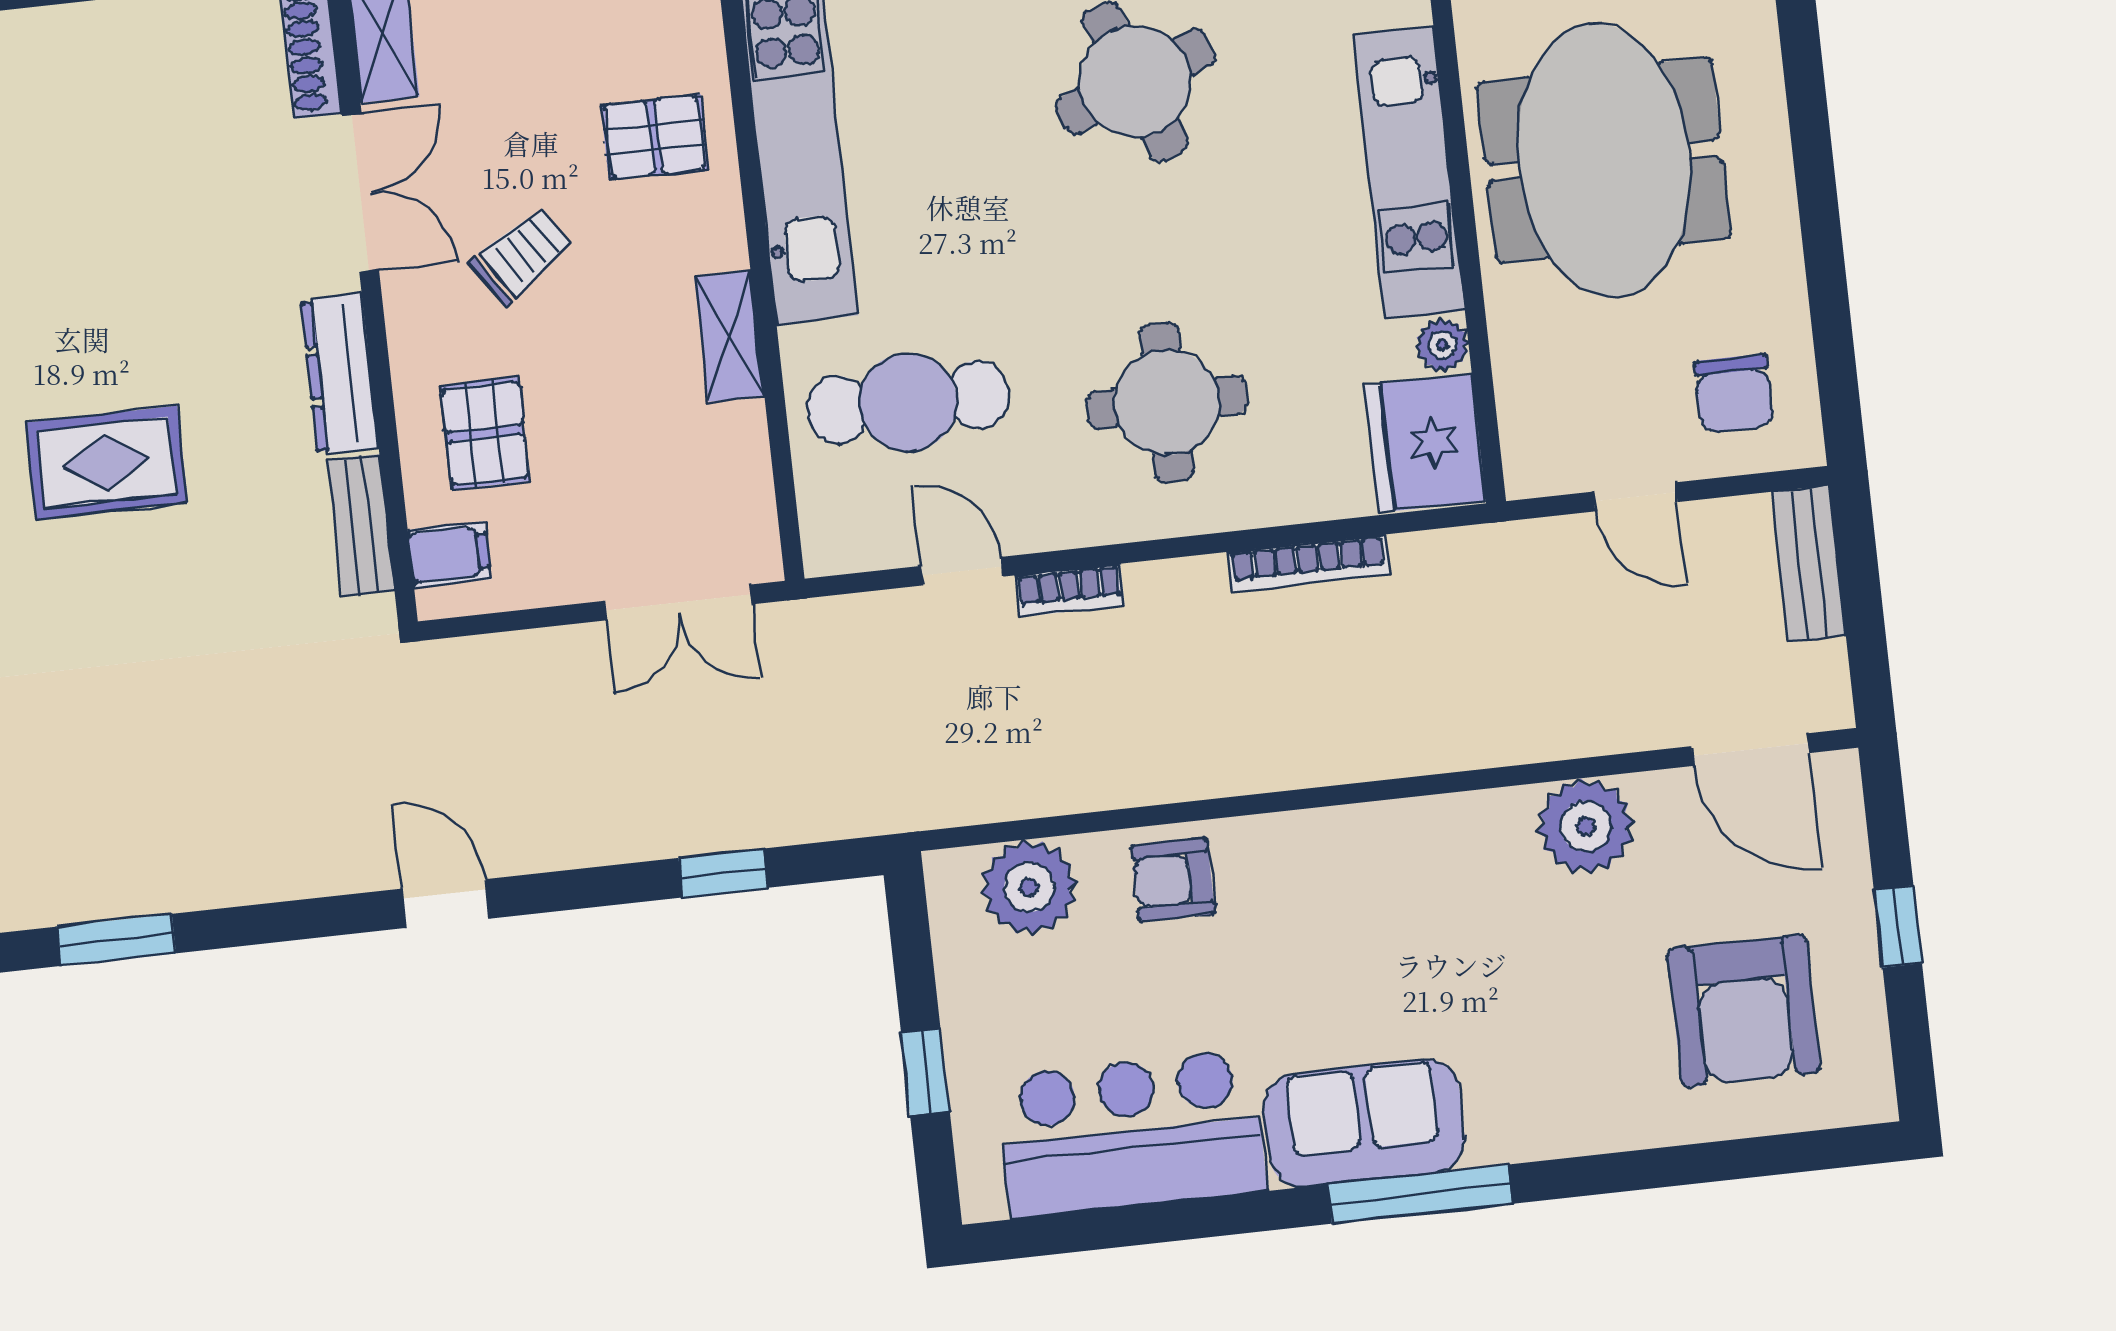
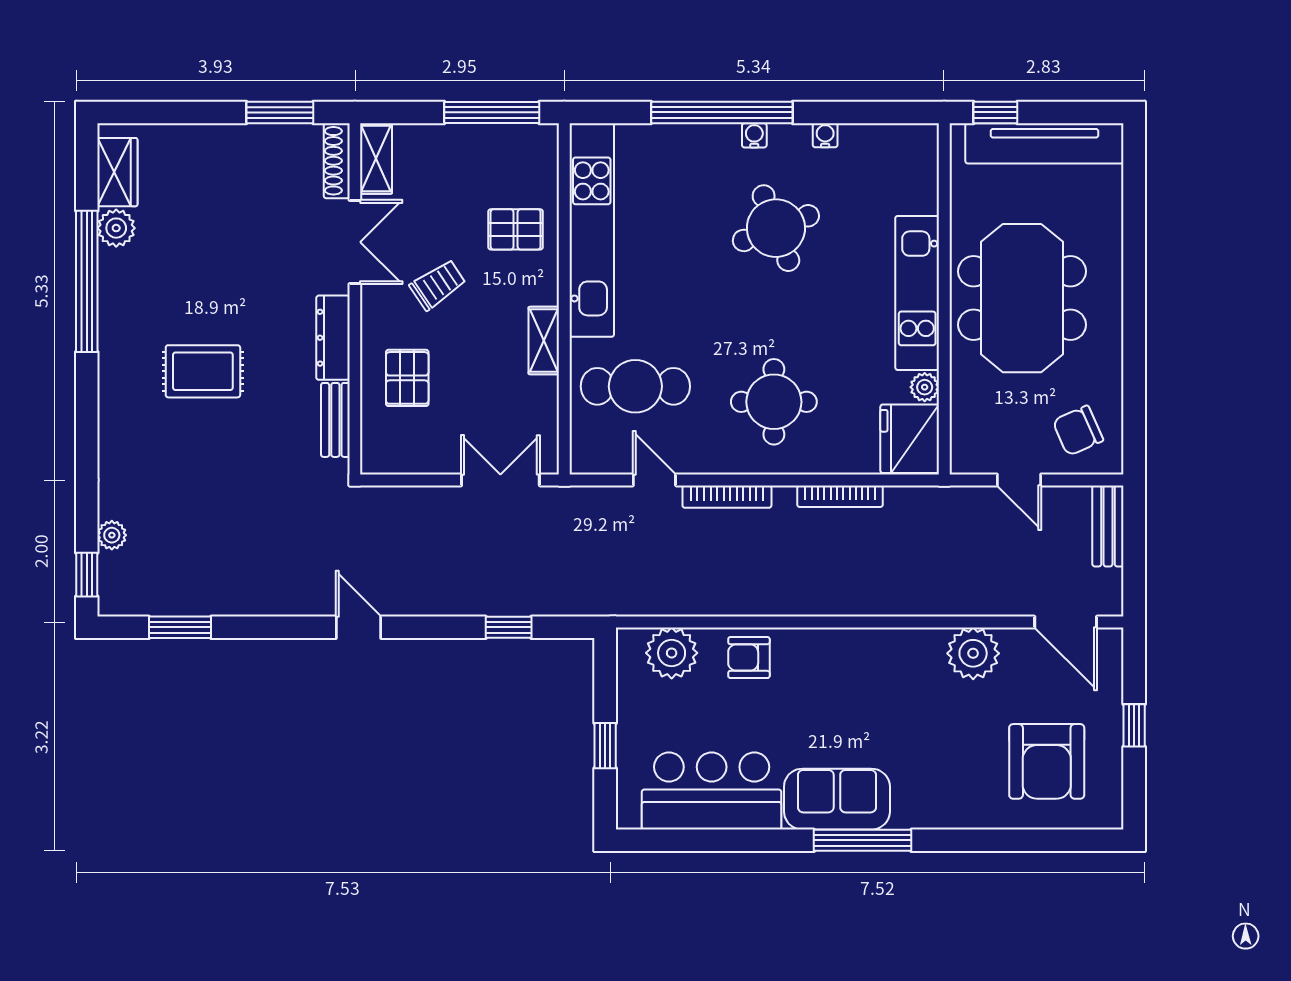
chair: (1734, 394) -> (1078, 431), turned 66
filing cabinet: (450, 554) -> (381, 441), removed
bookcase: (1070, 590) -> (727, 497), width x1.56
double door: (678, 603) -> (500, 480), swing flipped

